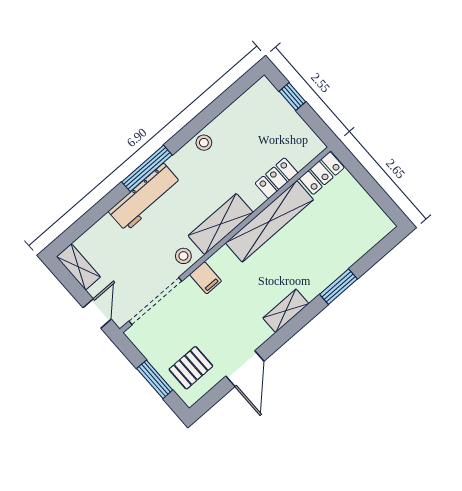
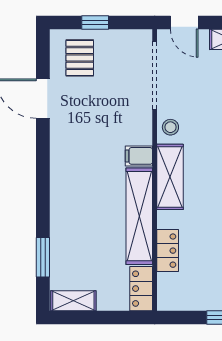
filing cabinet: (206, 278) -> (139, 156), moved
window: (339, 287) -> (43, 257), moved
shelving: (286, 311) -> (73, 301), moved, turned 90
window: (155, 379) -> (95, 22), width x0.67

